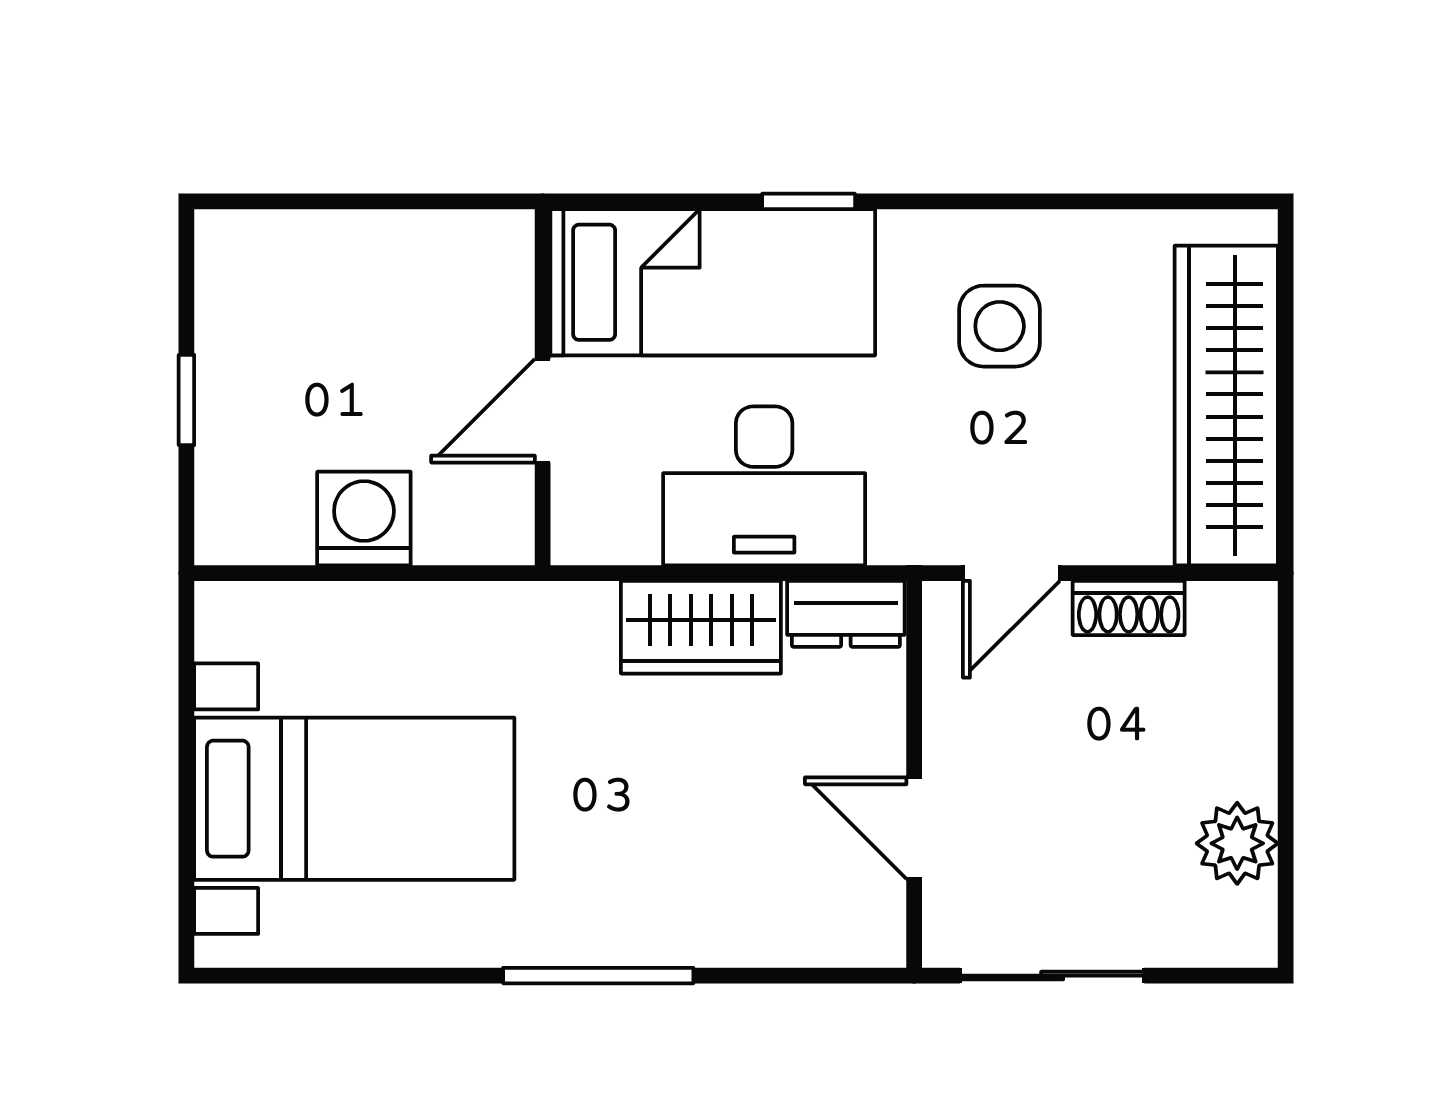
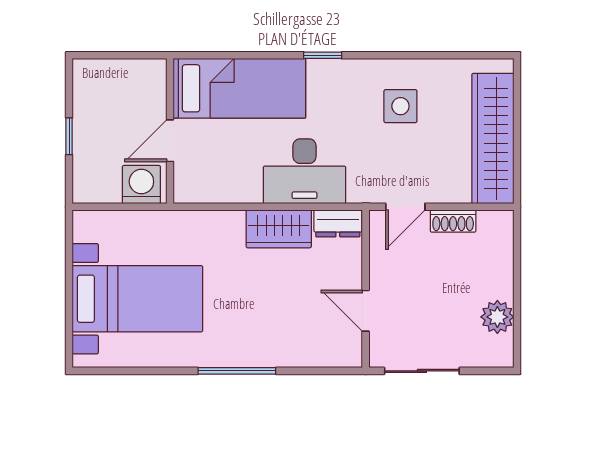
bed: (713, 282) -> (239, 88), moved
wall: (543, 387) -> (170, 131), moved
door: (543, 411) -> (170, 141), moved

